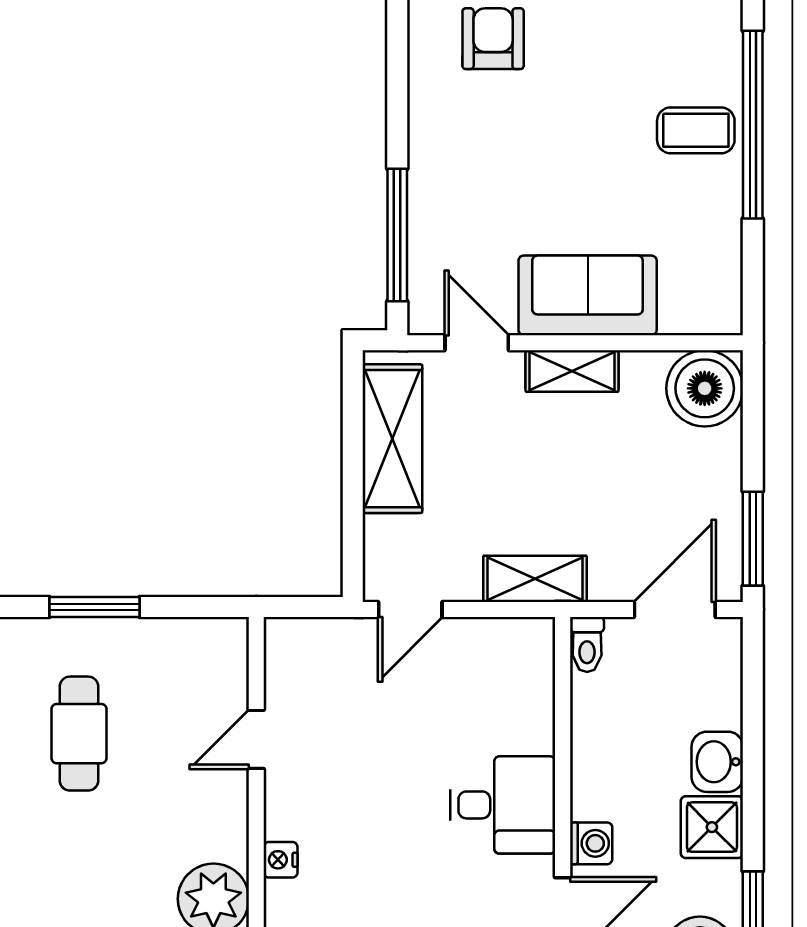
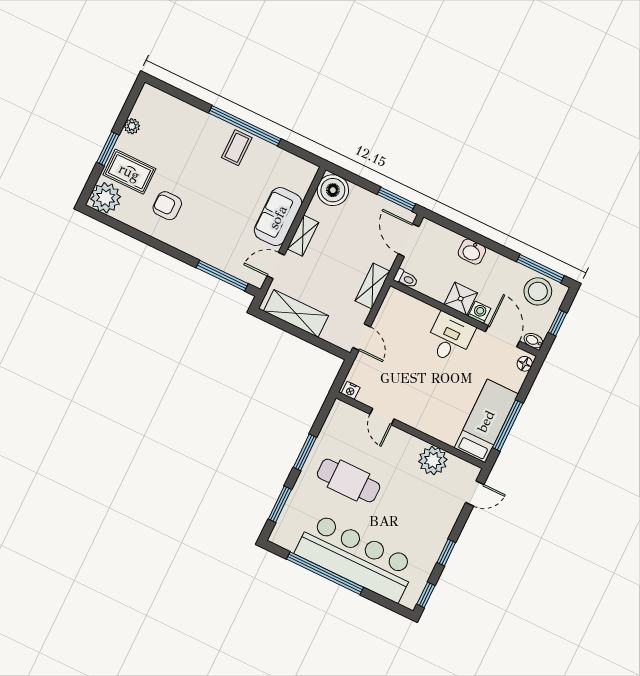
cafe table: (79, 734) -> (349, 480), width x1.37, depth x1.35
shower: (712, 827) -> (461, 299), moved
nightstand: (281, 860) -> (351, 390), moved

